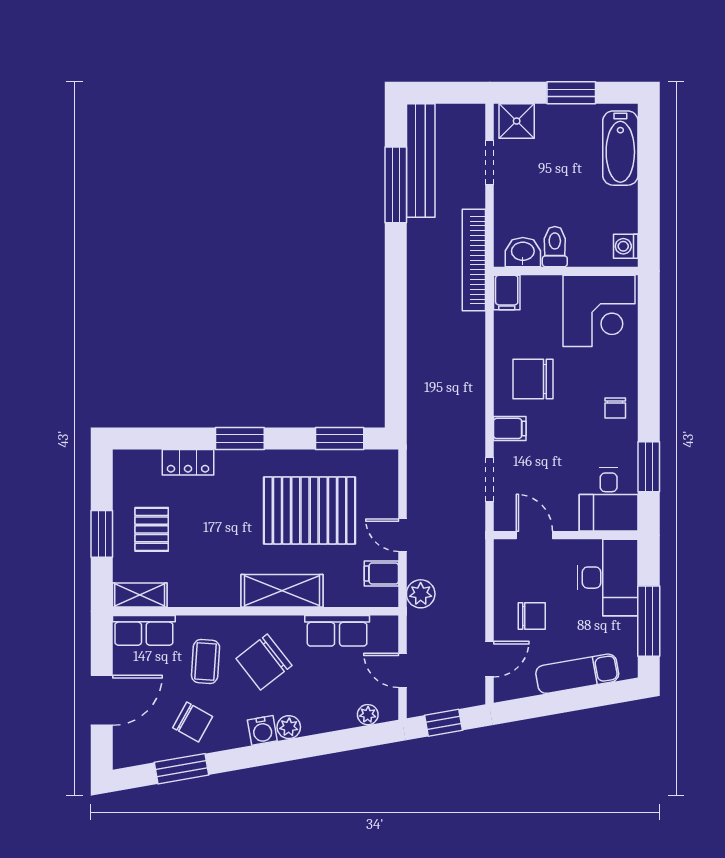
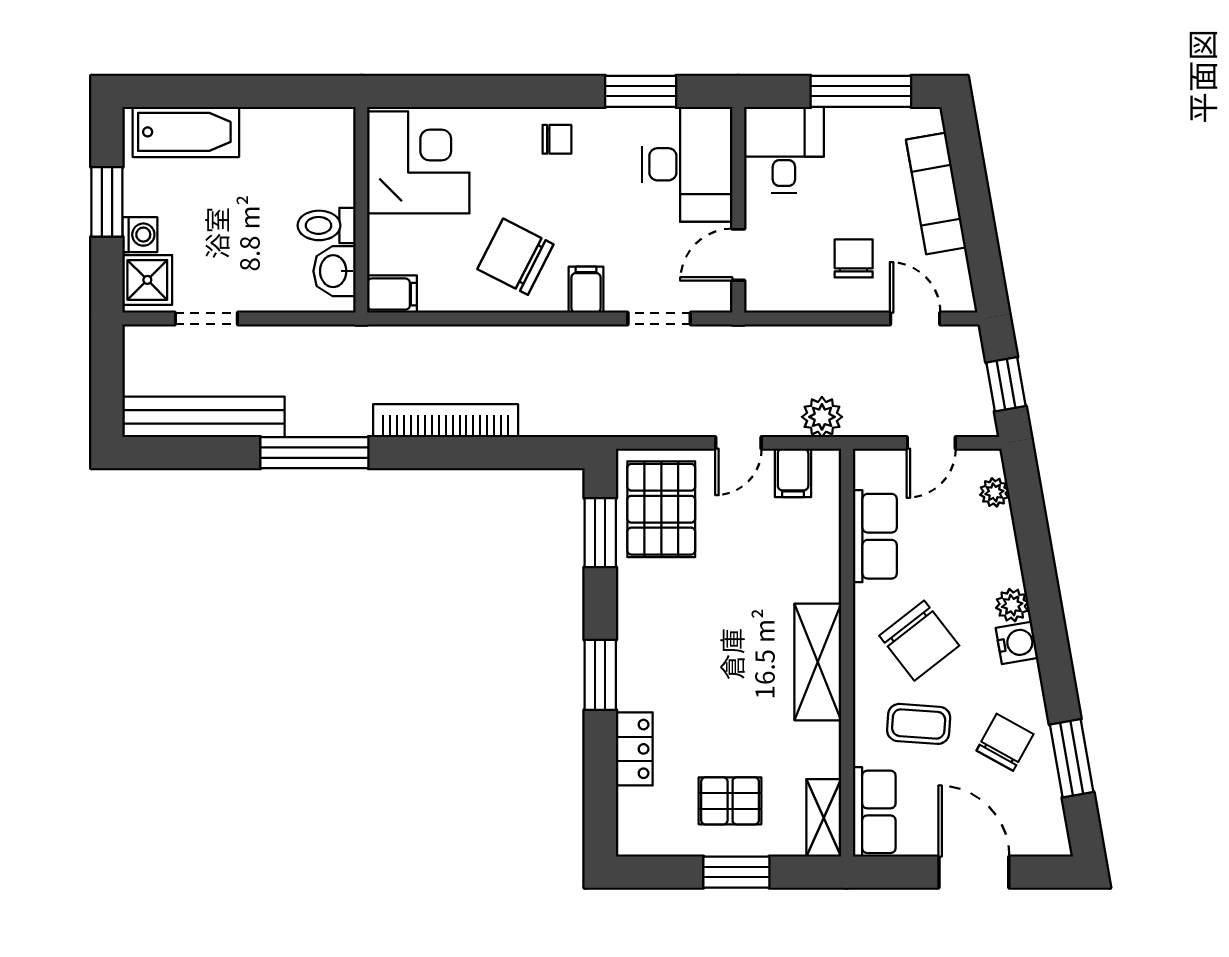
window: (396, 185) -> (314, 453), moved
washing machine: (626, 246) -> (140, 235), moved, turned -90
bookcase: (474, 260) -> (446, 421), moved, turned 180
chair: (533, 379) -> (515, 257), turned 117
desk: (609, 499) -> (687, 164), width x1.37
pallet: (310, 510) -> (661, 509), moved, width x0.73, depth x0.71
desk: (608, 578) -> (784, 150), width x0.73
shelving: (282, 591) -> (818, 662), moved

